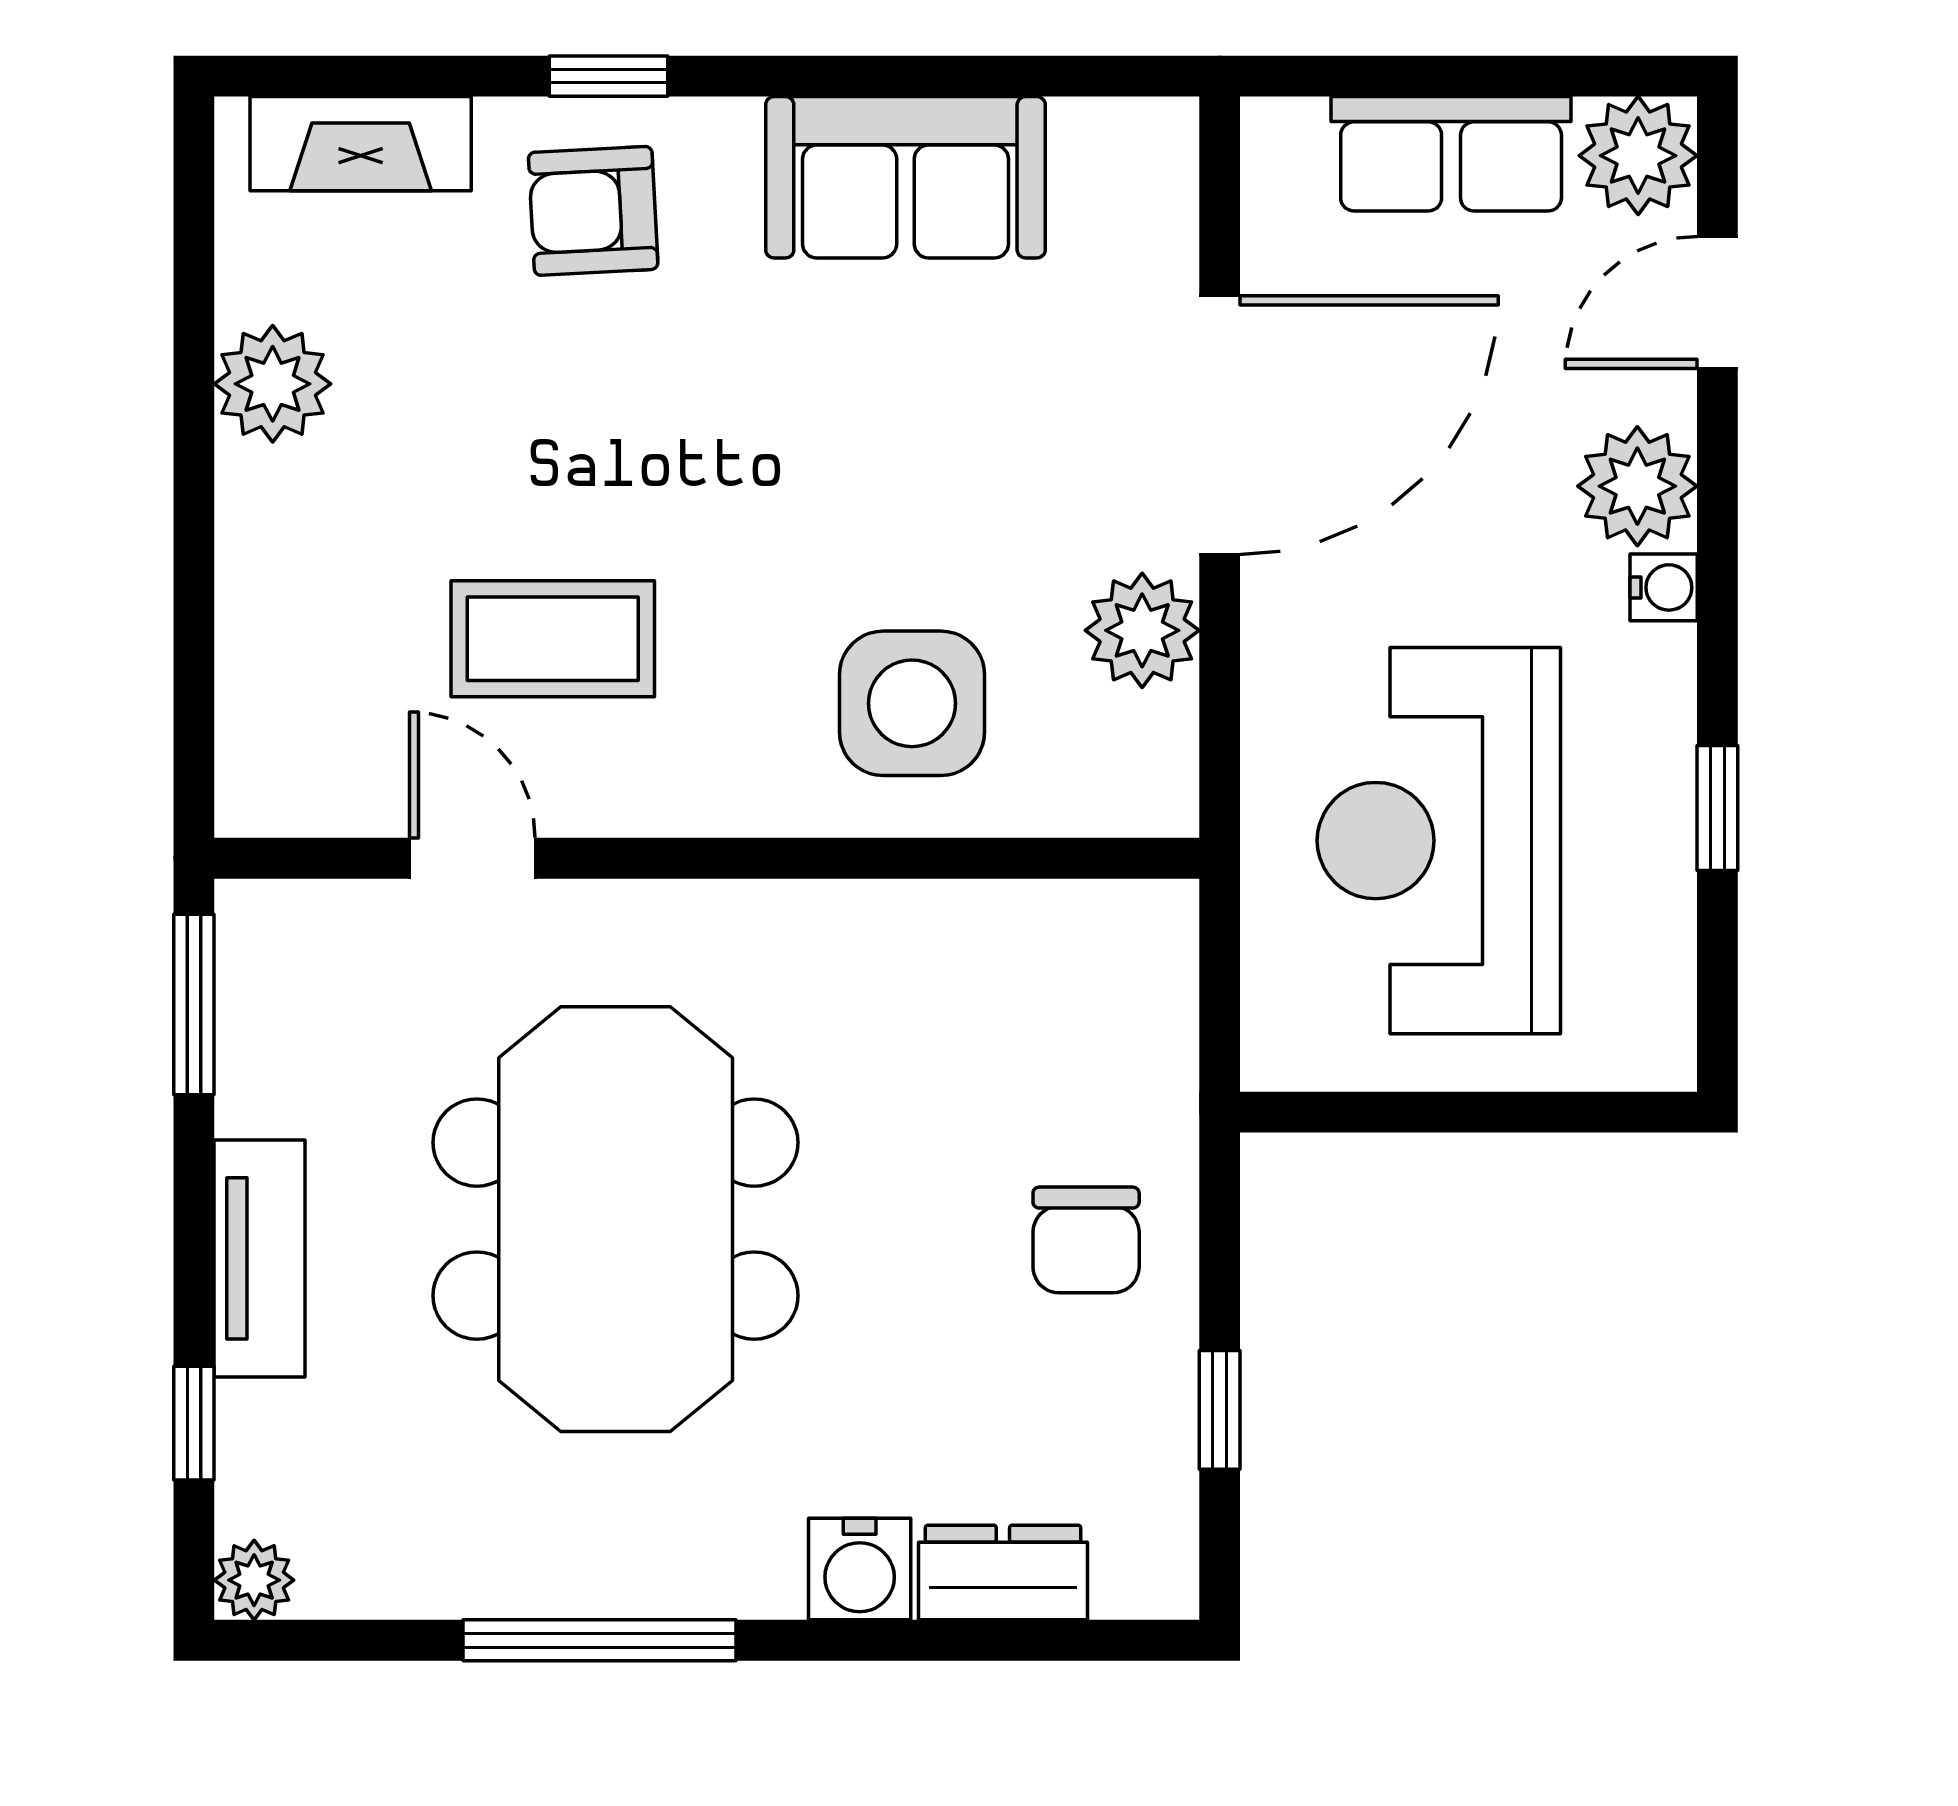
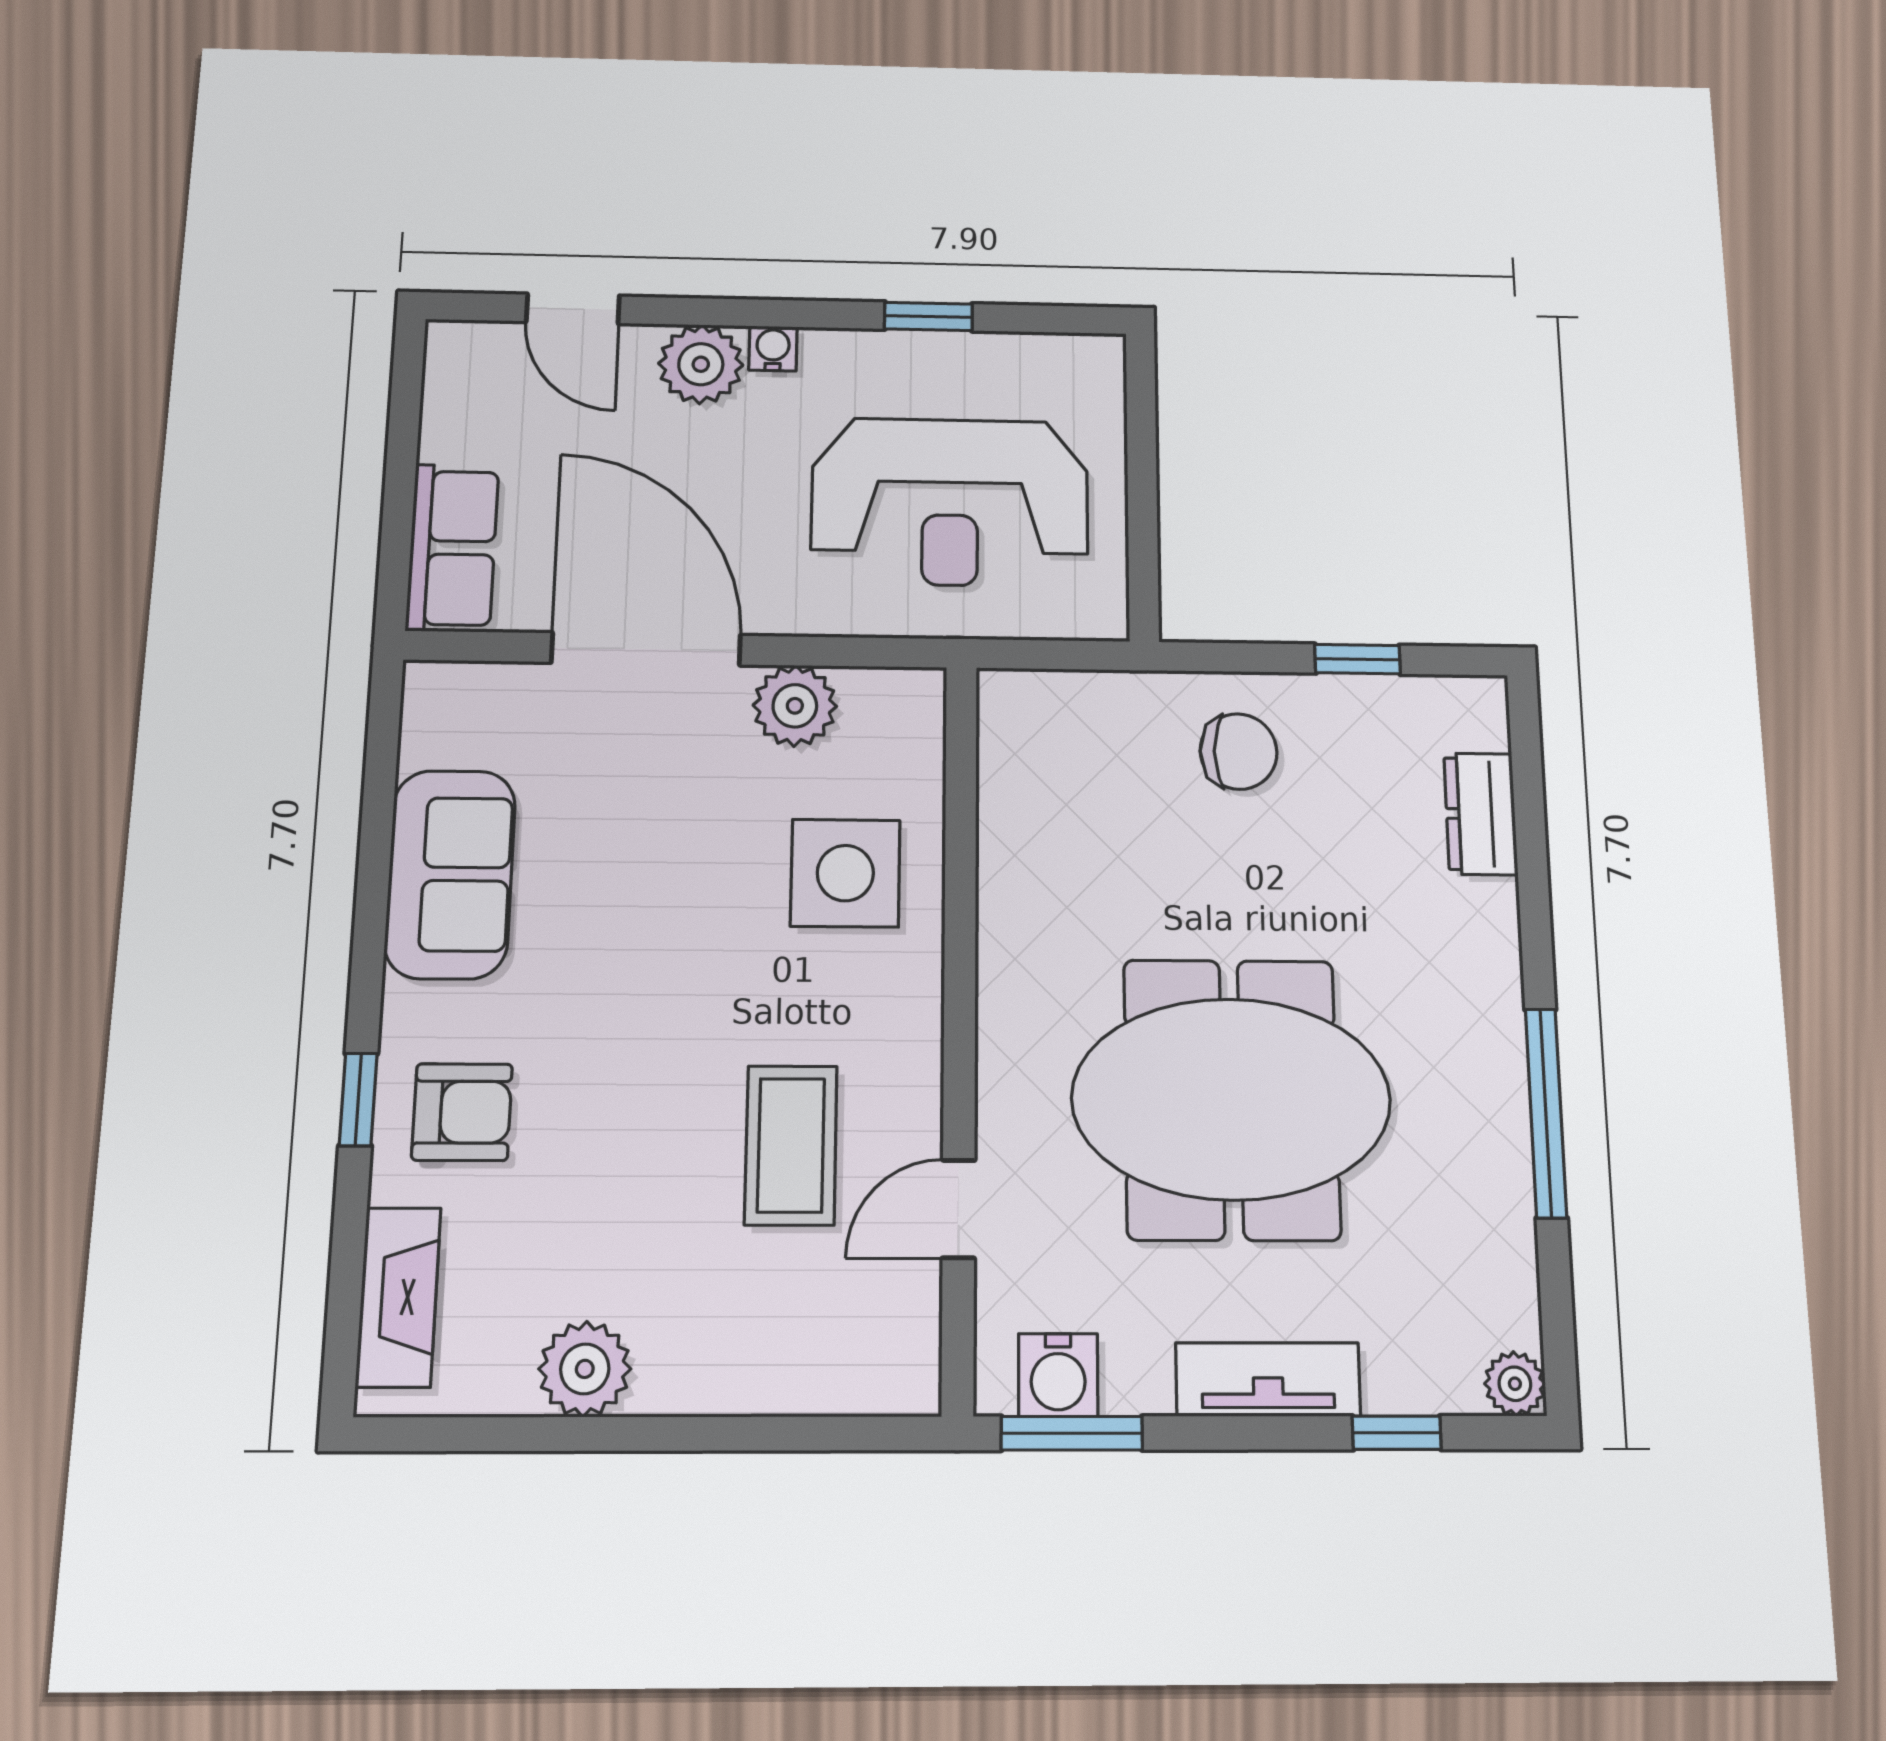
row of seats: (1451, 154) -> (452, 548), moved
plant: (1638, 156) -> (465, 359), removed
armchair: (593, 211) -> (462, 1112), turned -87
water cooler: (860, 1569) -> (1058, 1375), moved, turned 90

